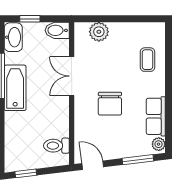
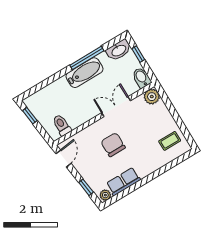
plant: (99, 32) -> (152, 97), moved
coffee table: (147, 60) -> (170, 141), moved
chair: (110, 104) -> (113, 145), turned 90
window: (138, 160) -> (86, 187), width x0.67

